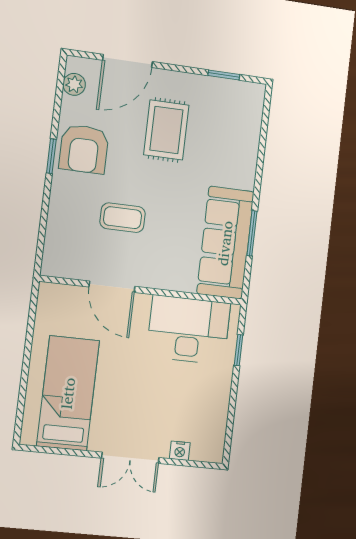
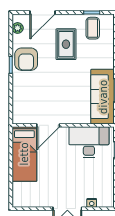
coffee table: (123, 218) -> (93, 28), moved, turned 90
door: (112, 287) -> (48, 125), hinge flipped
bed: (68, 393) -> (24, 154), moved, turned 180

